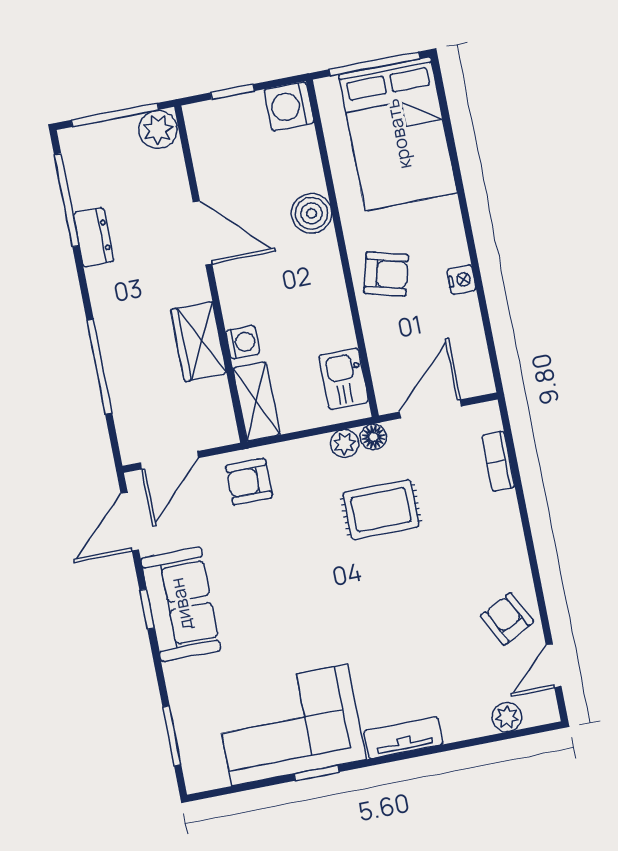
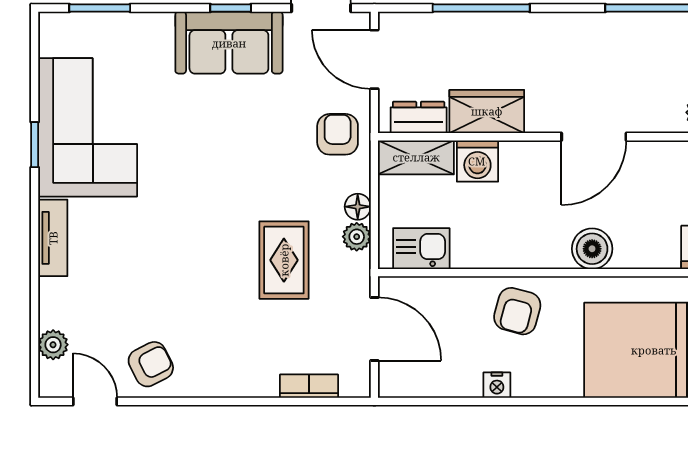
dresser: (93, 237) -> (419, 117), moved, turned 180
washing machine: (243, 342) -> (477, 161), width x1.38, depth x1.38
floor lamp: (373, 437) -> (358, 207), moved

